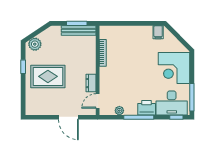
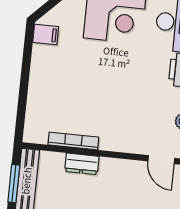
dresser: (91, 83) -> (82, 164), moved

